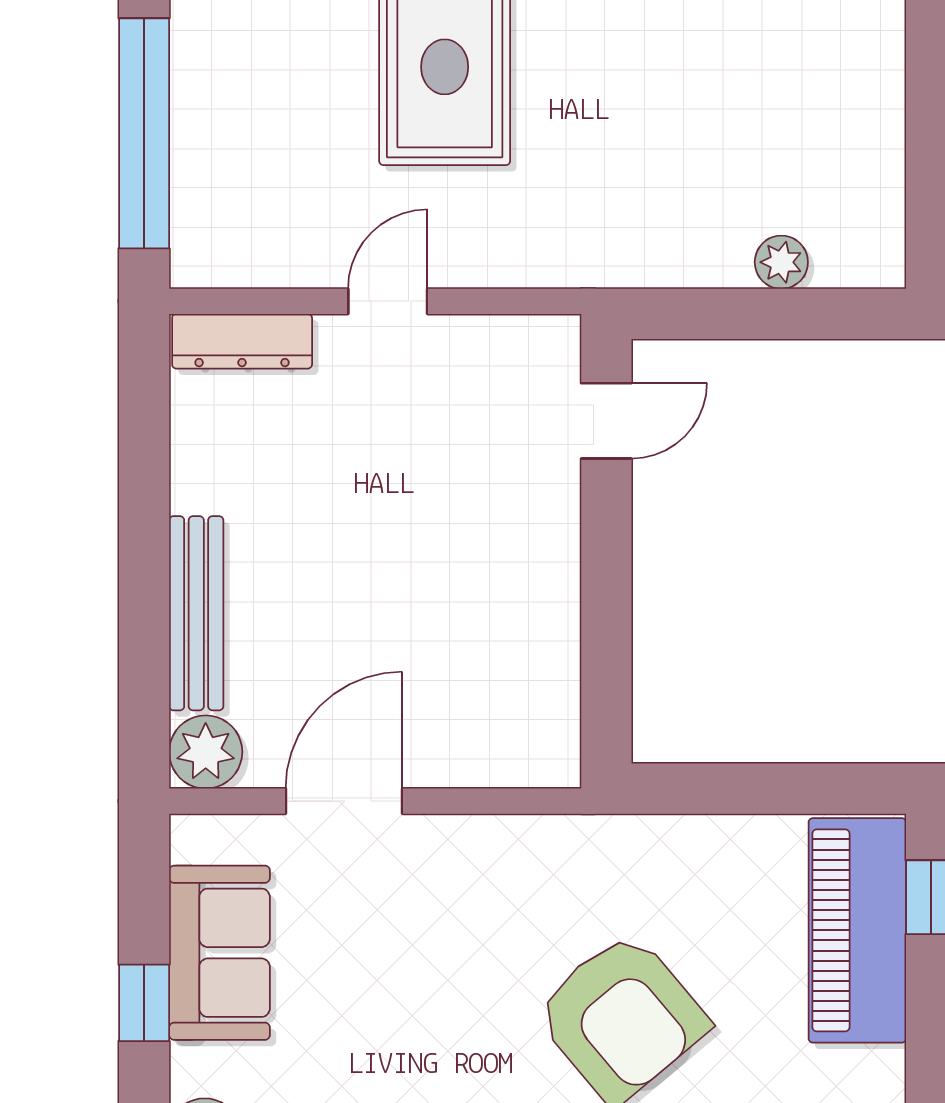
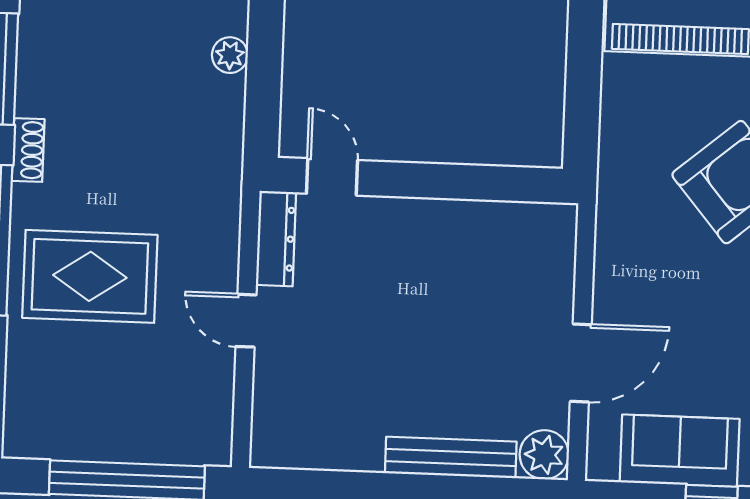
dresser: (242, 341) -> (276, 239), moved
door: (344, 801) -> (581, 363), swing flipped

